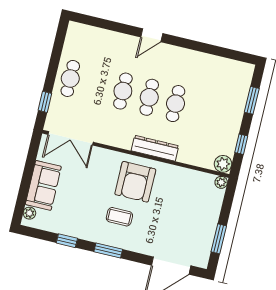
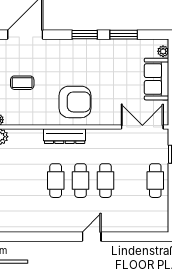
armchair: (135, 182) -> (75, 102), turned 90
coffee table: (119, 217) -> (22, 83), moved
window: (67, 241) -> (124, 35), width x1.50

